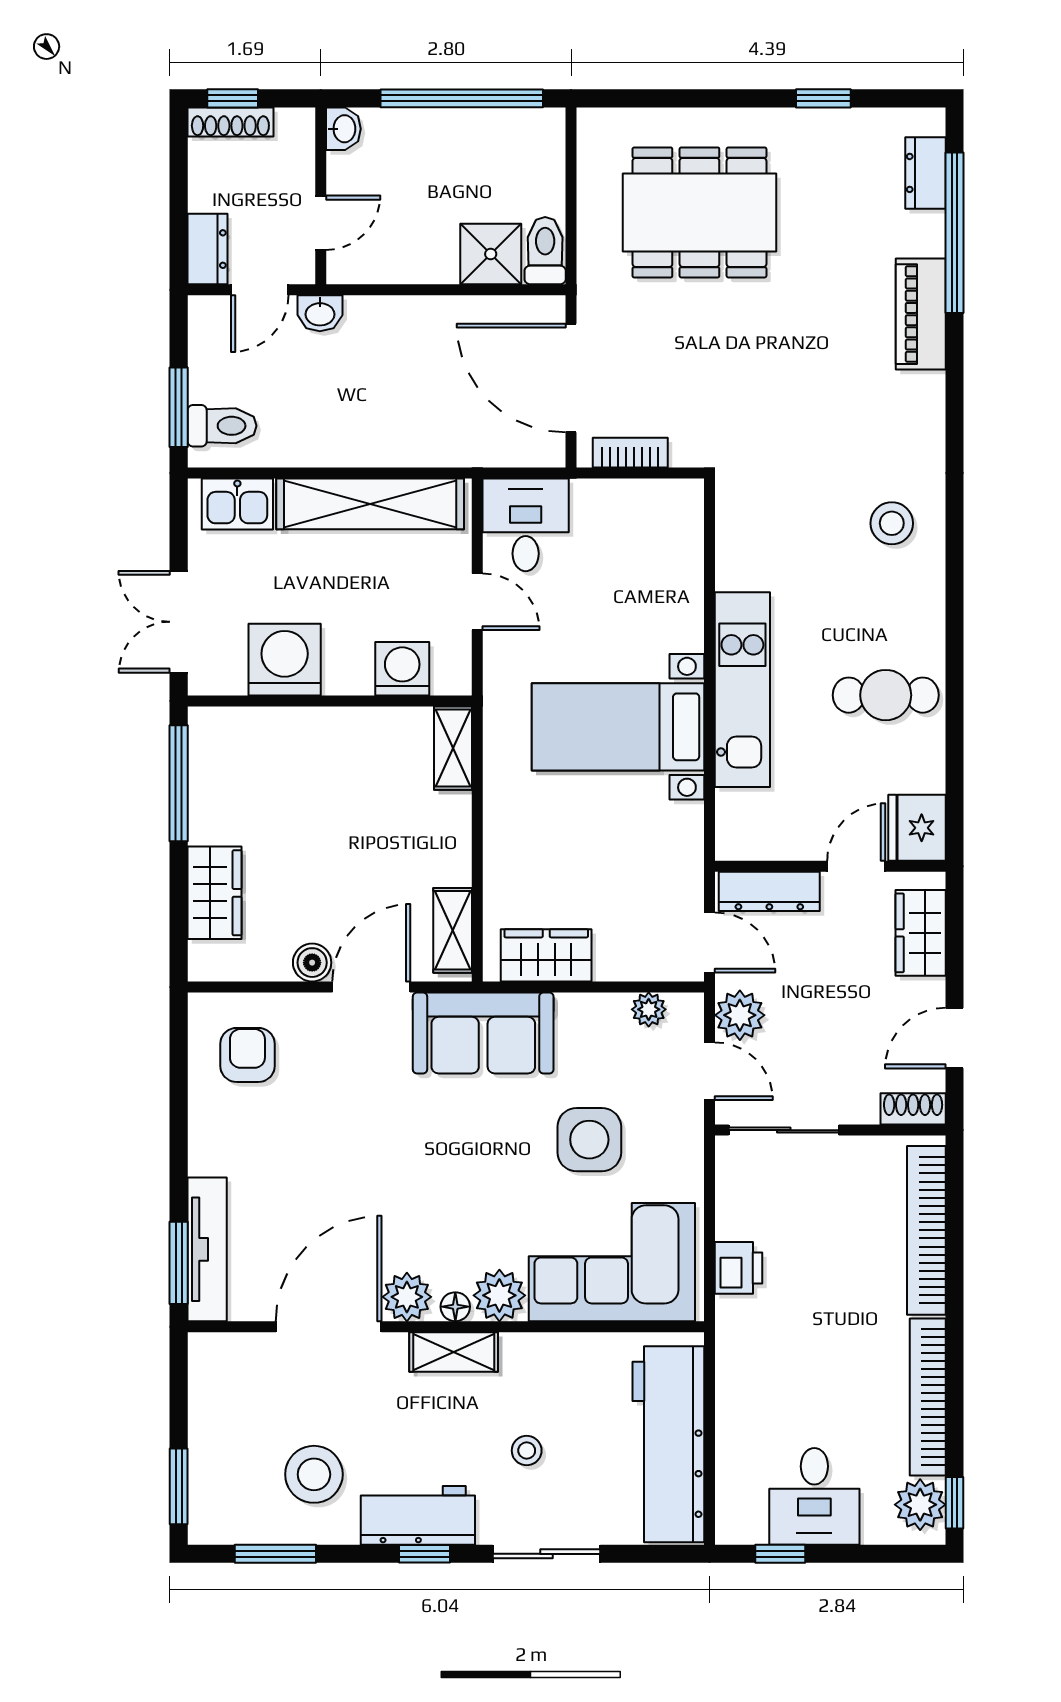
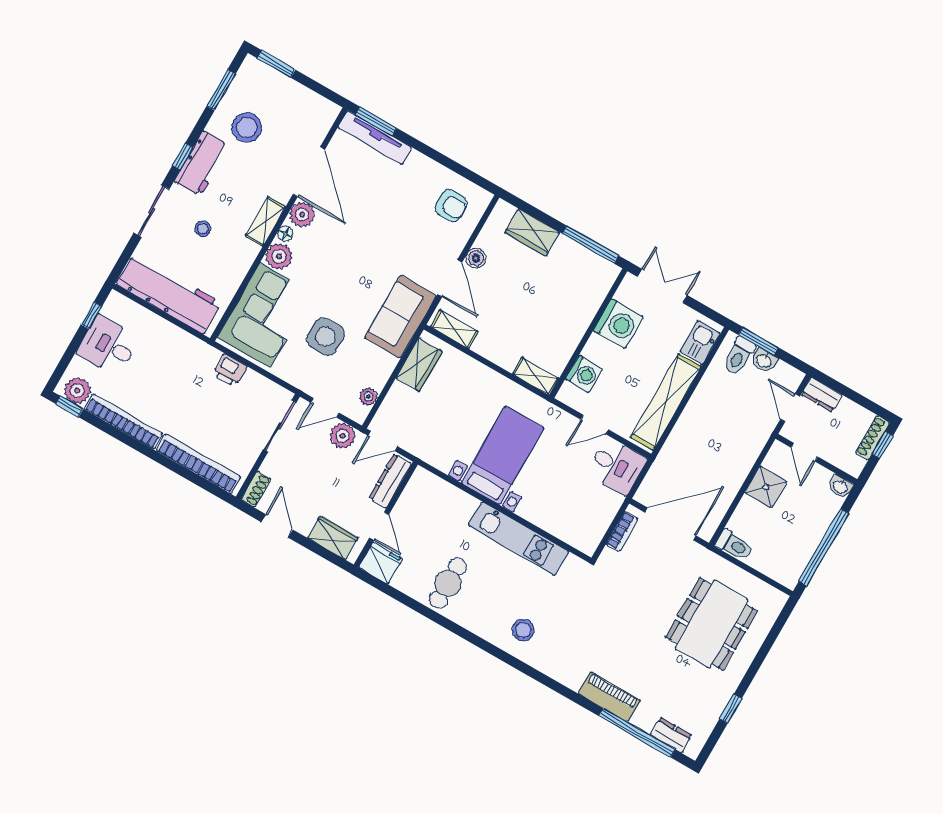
shower: (491, 254) -> (766, 487), moved
washbasin: (320, 313) -> (764, 361), moved, turned -90
kitchen unit: (742, 690) -> (518, 539), moved

